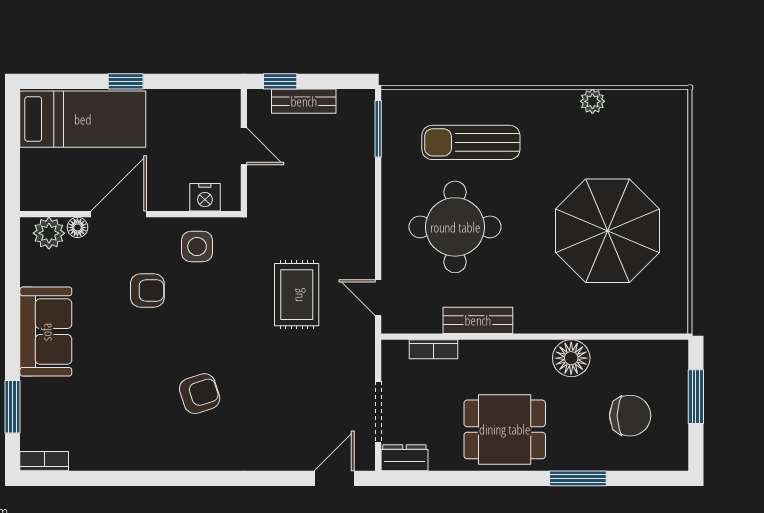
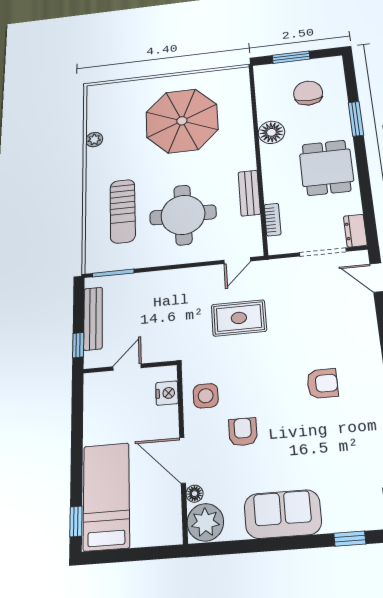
window: (126, 81) -> (76, 521), moved
bench: (304, 101) -> (93, 318), width x1.36
plant: (49, 233) -> (205, 522), width x1.36, depth x1.36
armchair: (200, 394) -> (322, 383), turned 108
window: (13, 407) -> (350, 539), width x0.67

